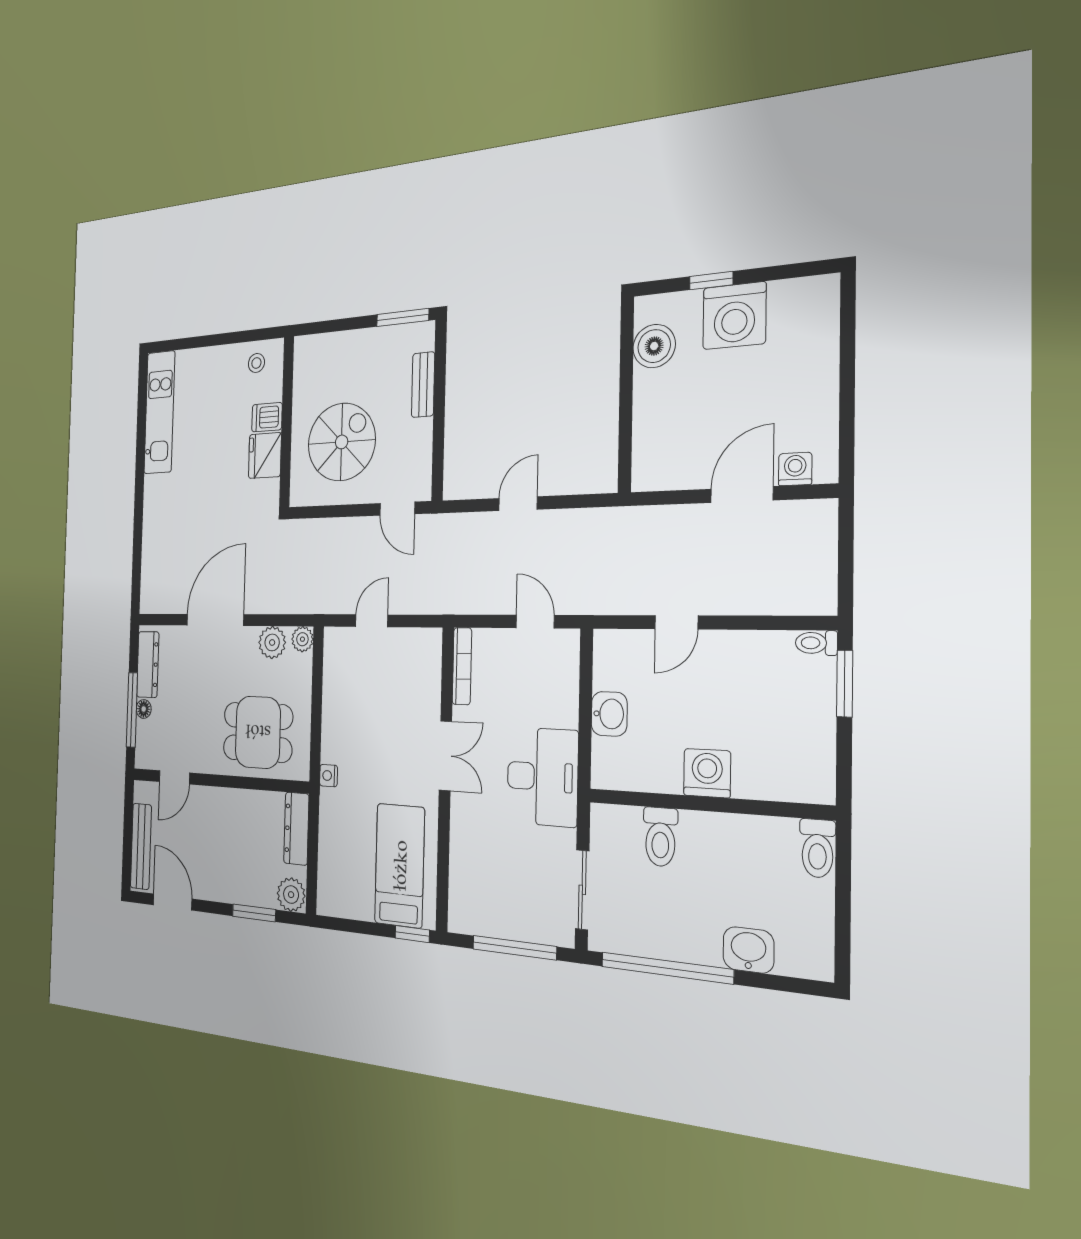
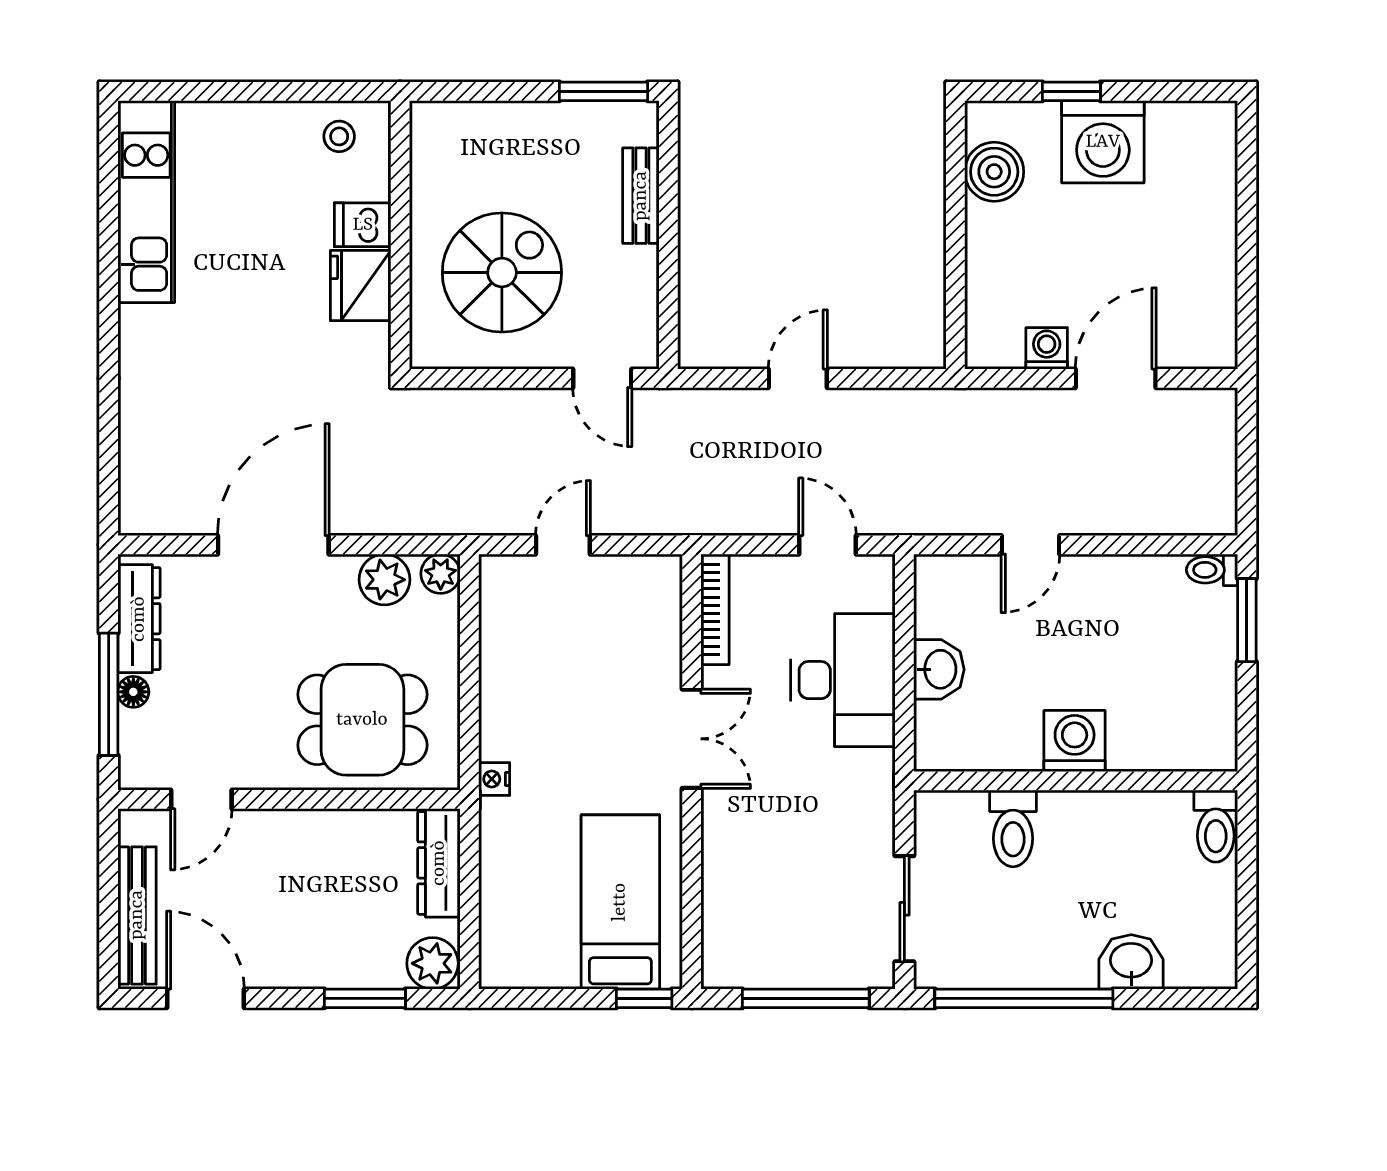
washing machine: (795, 469) -> (1047, 348), moved
desk: (542, 777) -> (843, 680), moved

